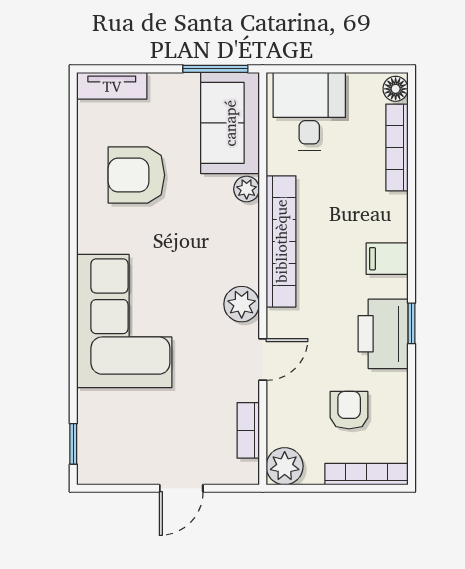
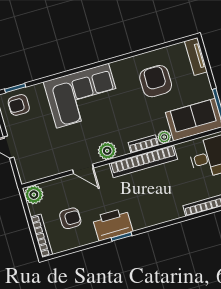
filing cabinet: (387, 259) -> (150, 216), removed
bookcase: (248, 430) -> (143, 144), moved
armchair: (107, 446) -> (19, 105), added

